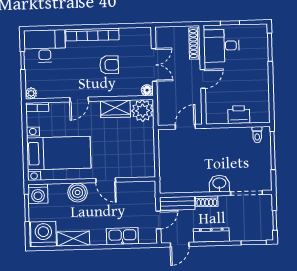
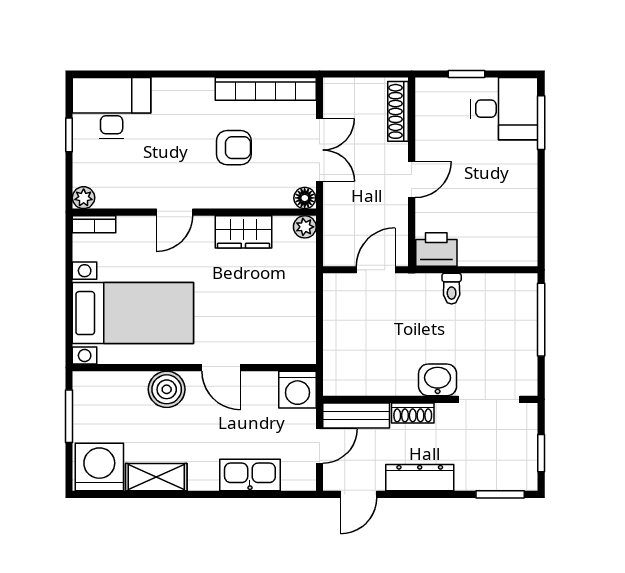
bookcase: (92, 35) -> (266, 89), moved
desk: (221, 46) -> (504, 109), moved, turned 180
plant: (143, 111) -> (305, 227), width x0.53, depth x0.53
printer: (239, 115) -> (436, 249), moved
toilet: (257, 135) -> (452, 289), moved
washing machine: (38, 194) -> (298, 390), moved

